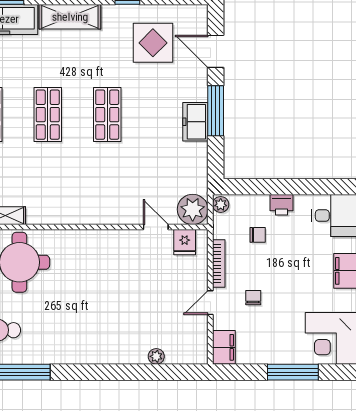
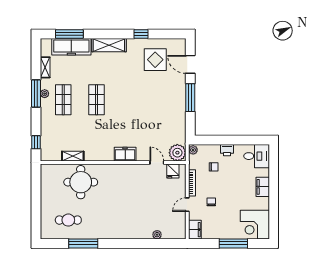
shop shelf: (107, 115) -> (130, 100), removed
freezer: (195, 122) -> (125, 154), moved, turned 90

